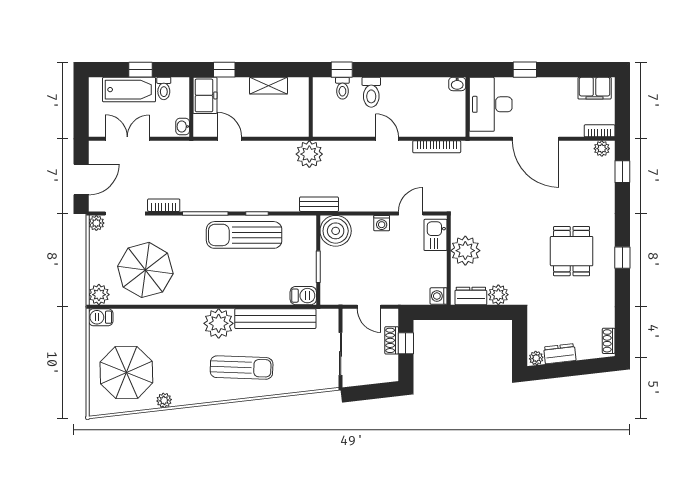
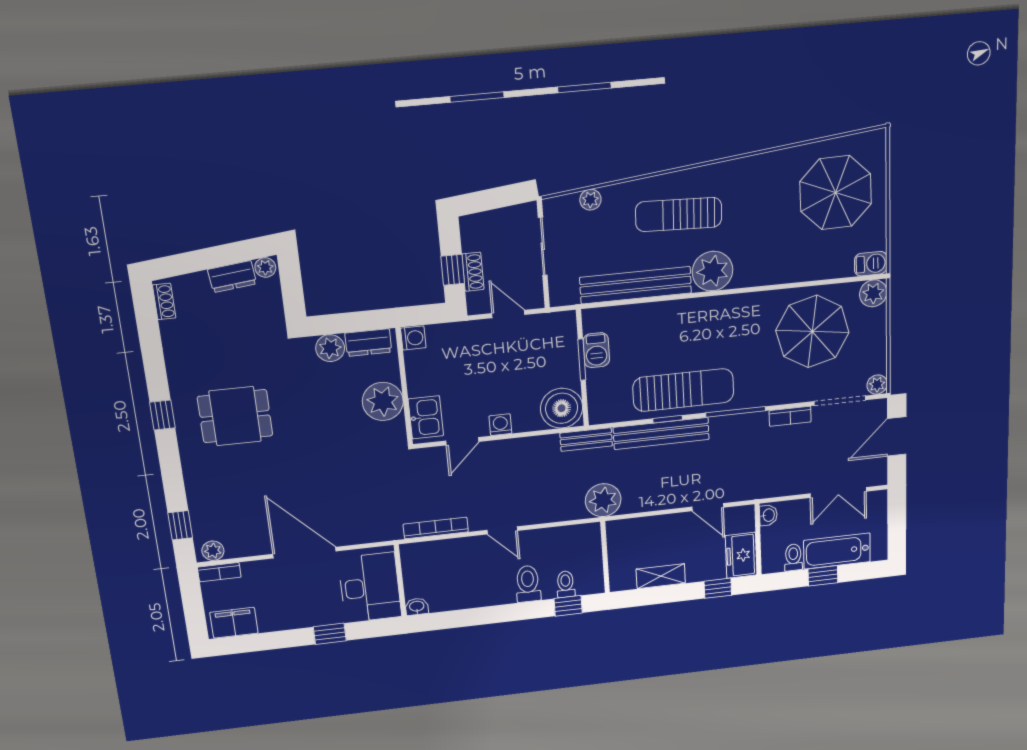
bench: (262, 203) -> (661, 433), added
dining table: (572, 251) -> (235, 416), turned 90
barbecue: (303, 296) -> (596, 350), moved, turned -90
plant: (164, 400) -> (590, 200), moved

